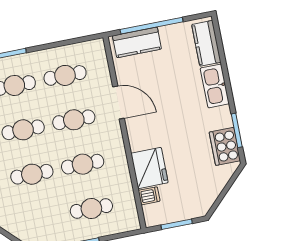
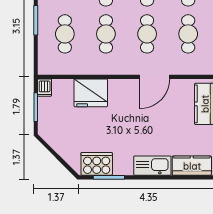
dishwasher: (149, 196) -> (45, 88), moved

